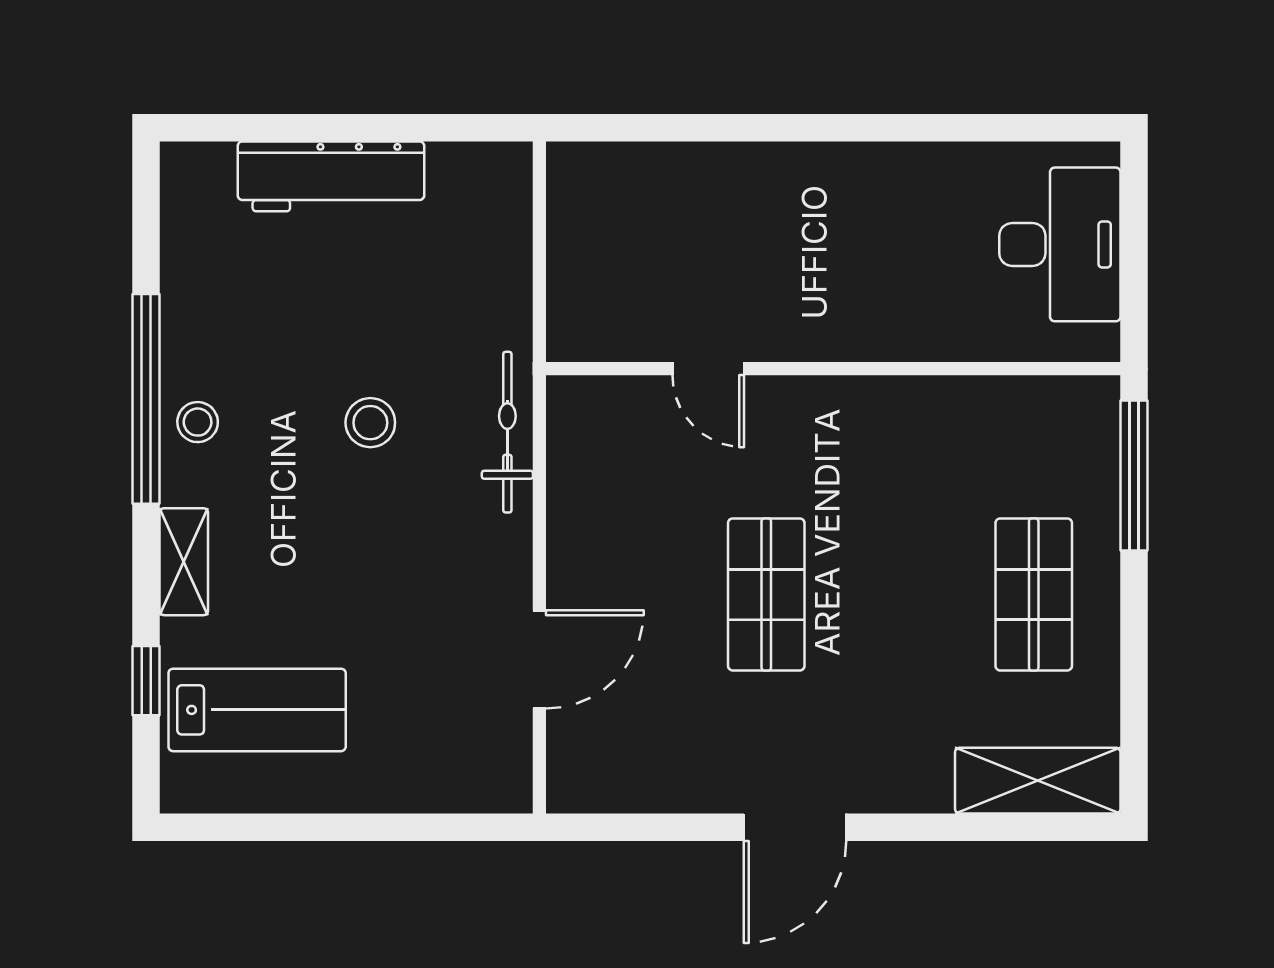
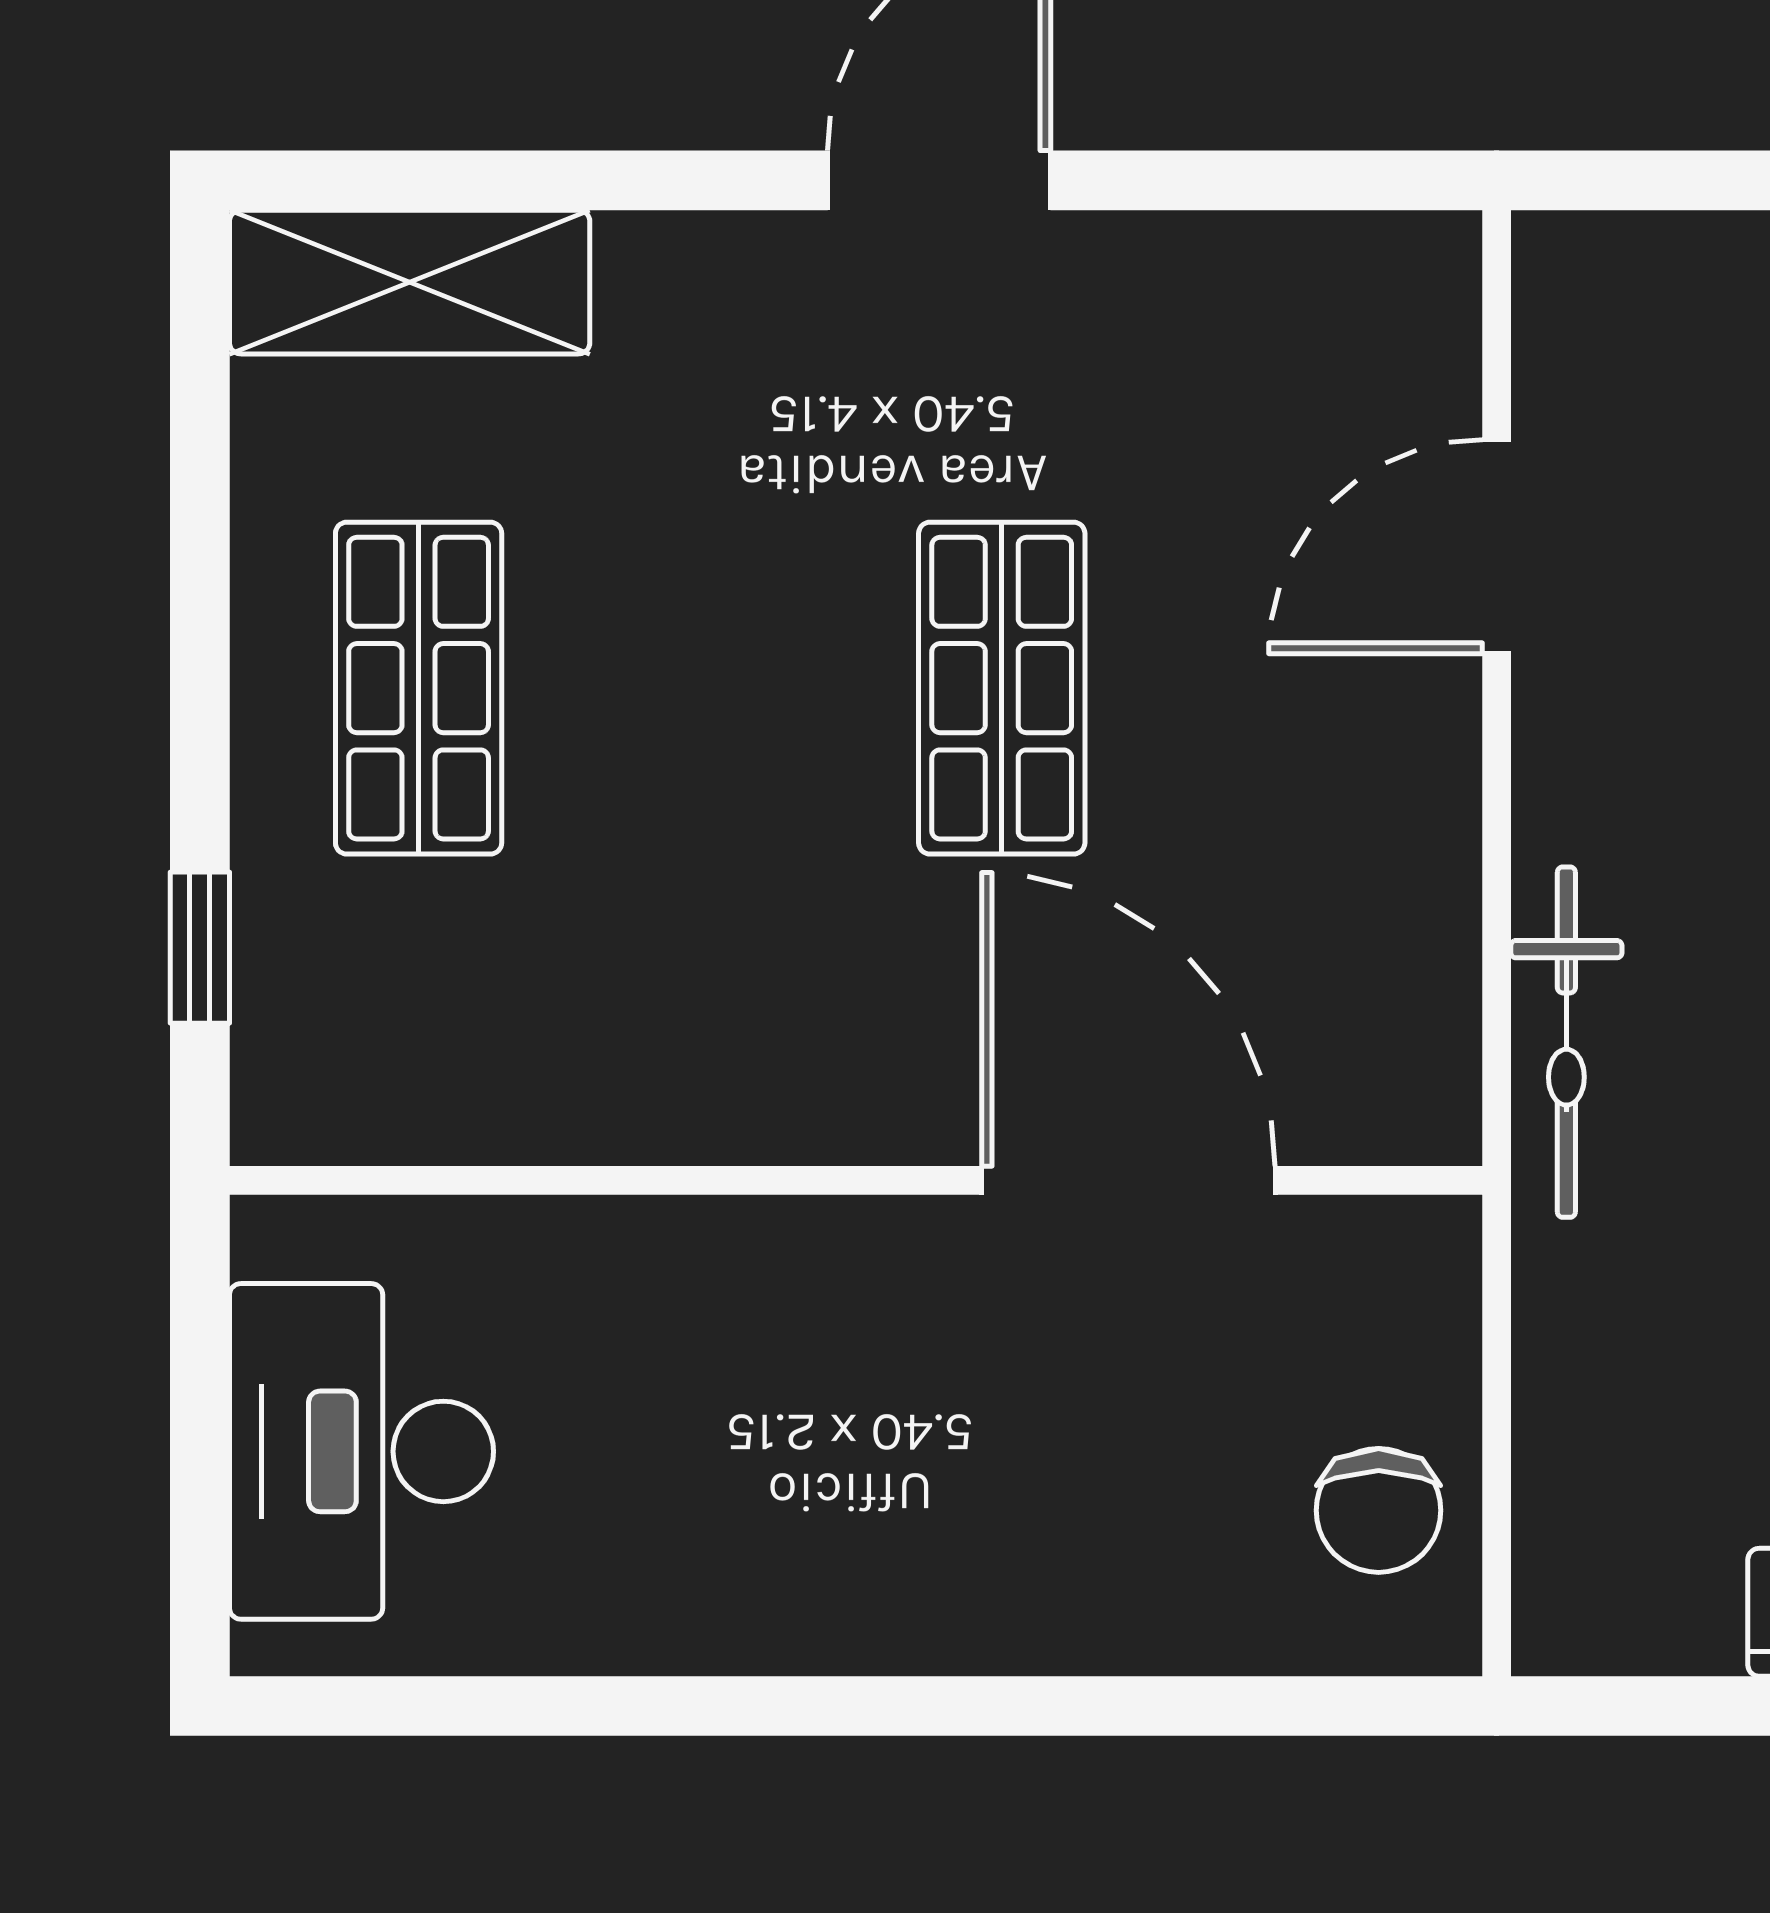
chair: (594, 217) -> (1379, 1510), added
door: (708, 369) -> (1128, 1180), width x1.87
window: (1134, 475) -> (200, 948), width x0.46

